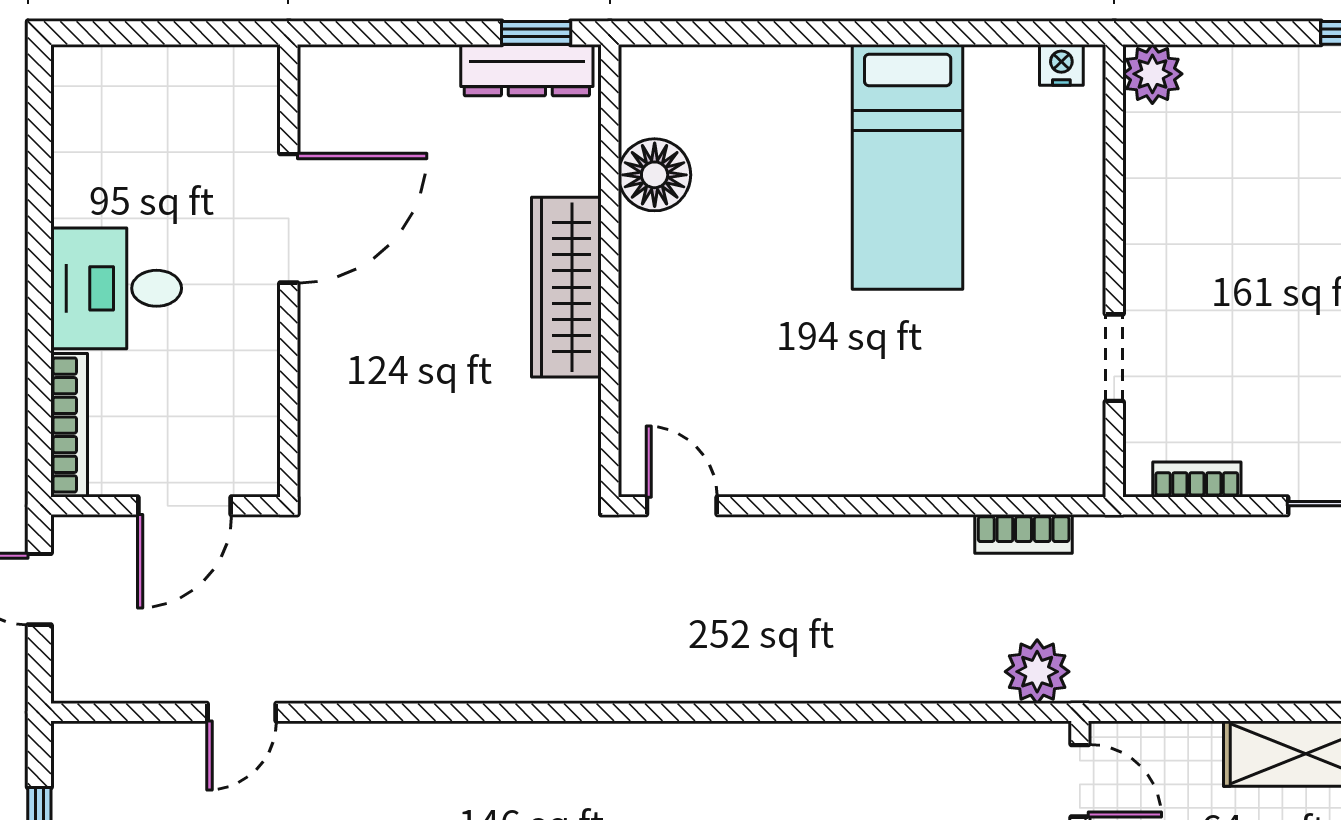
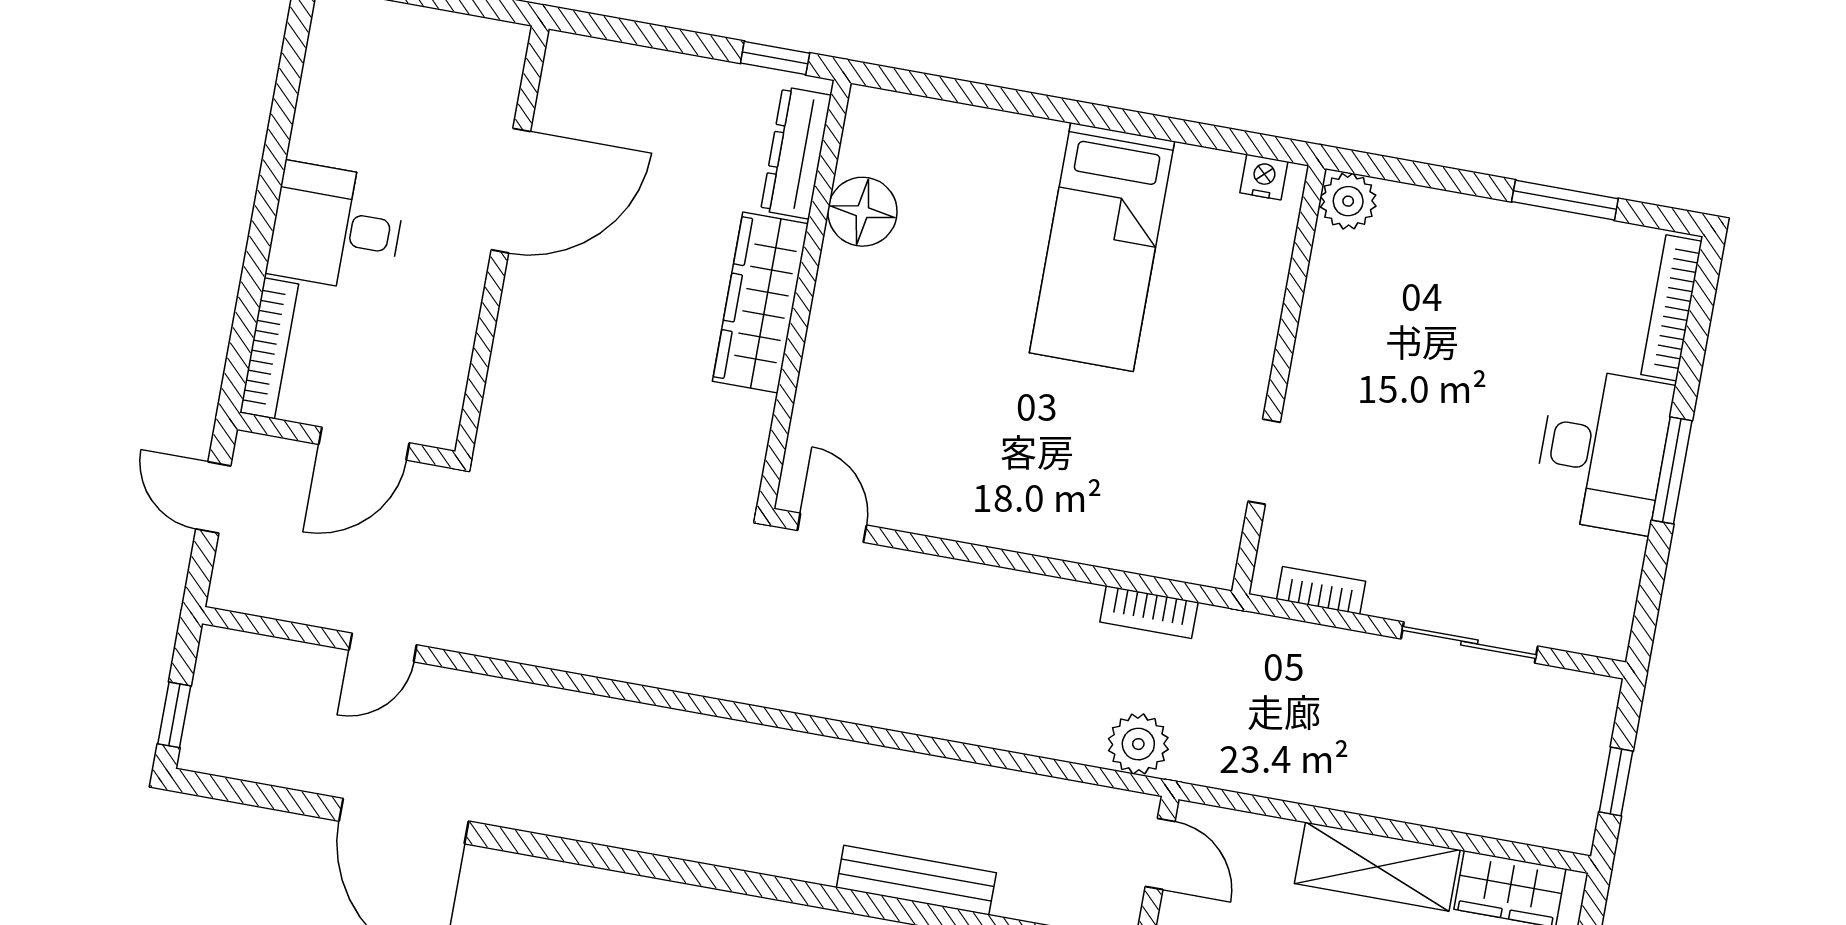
dresser: (527, 70) -> (796, 153), moved, turned 90

